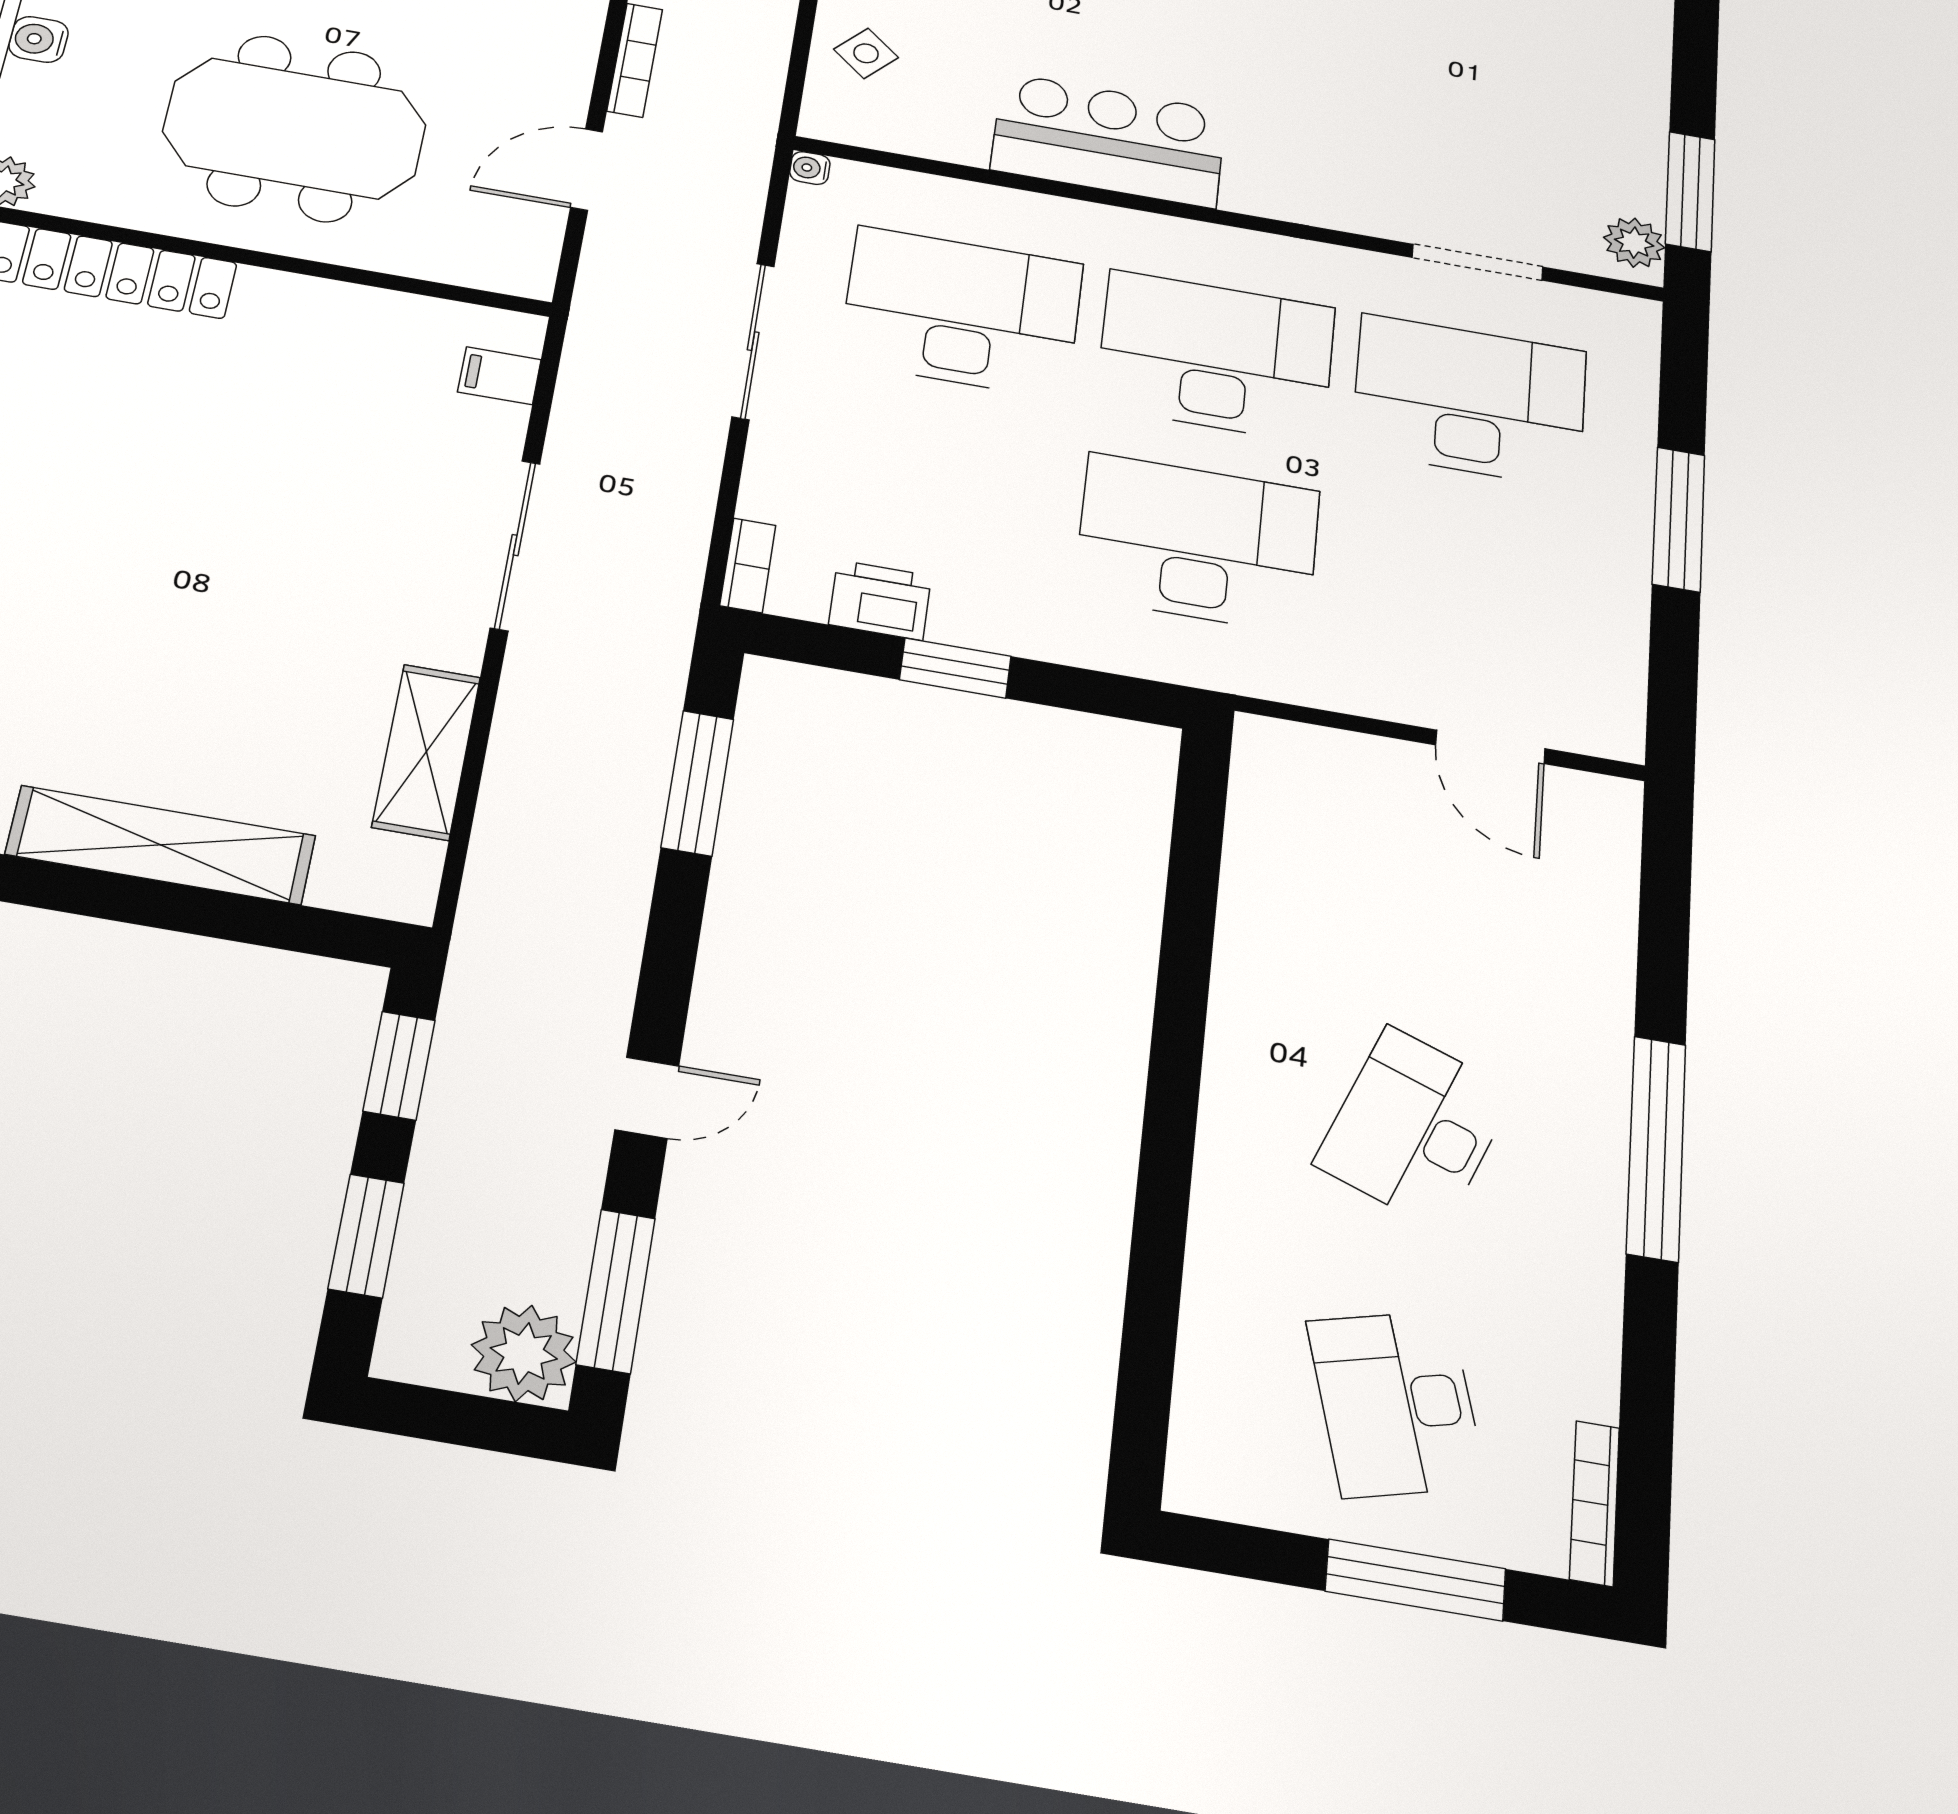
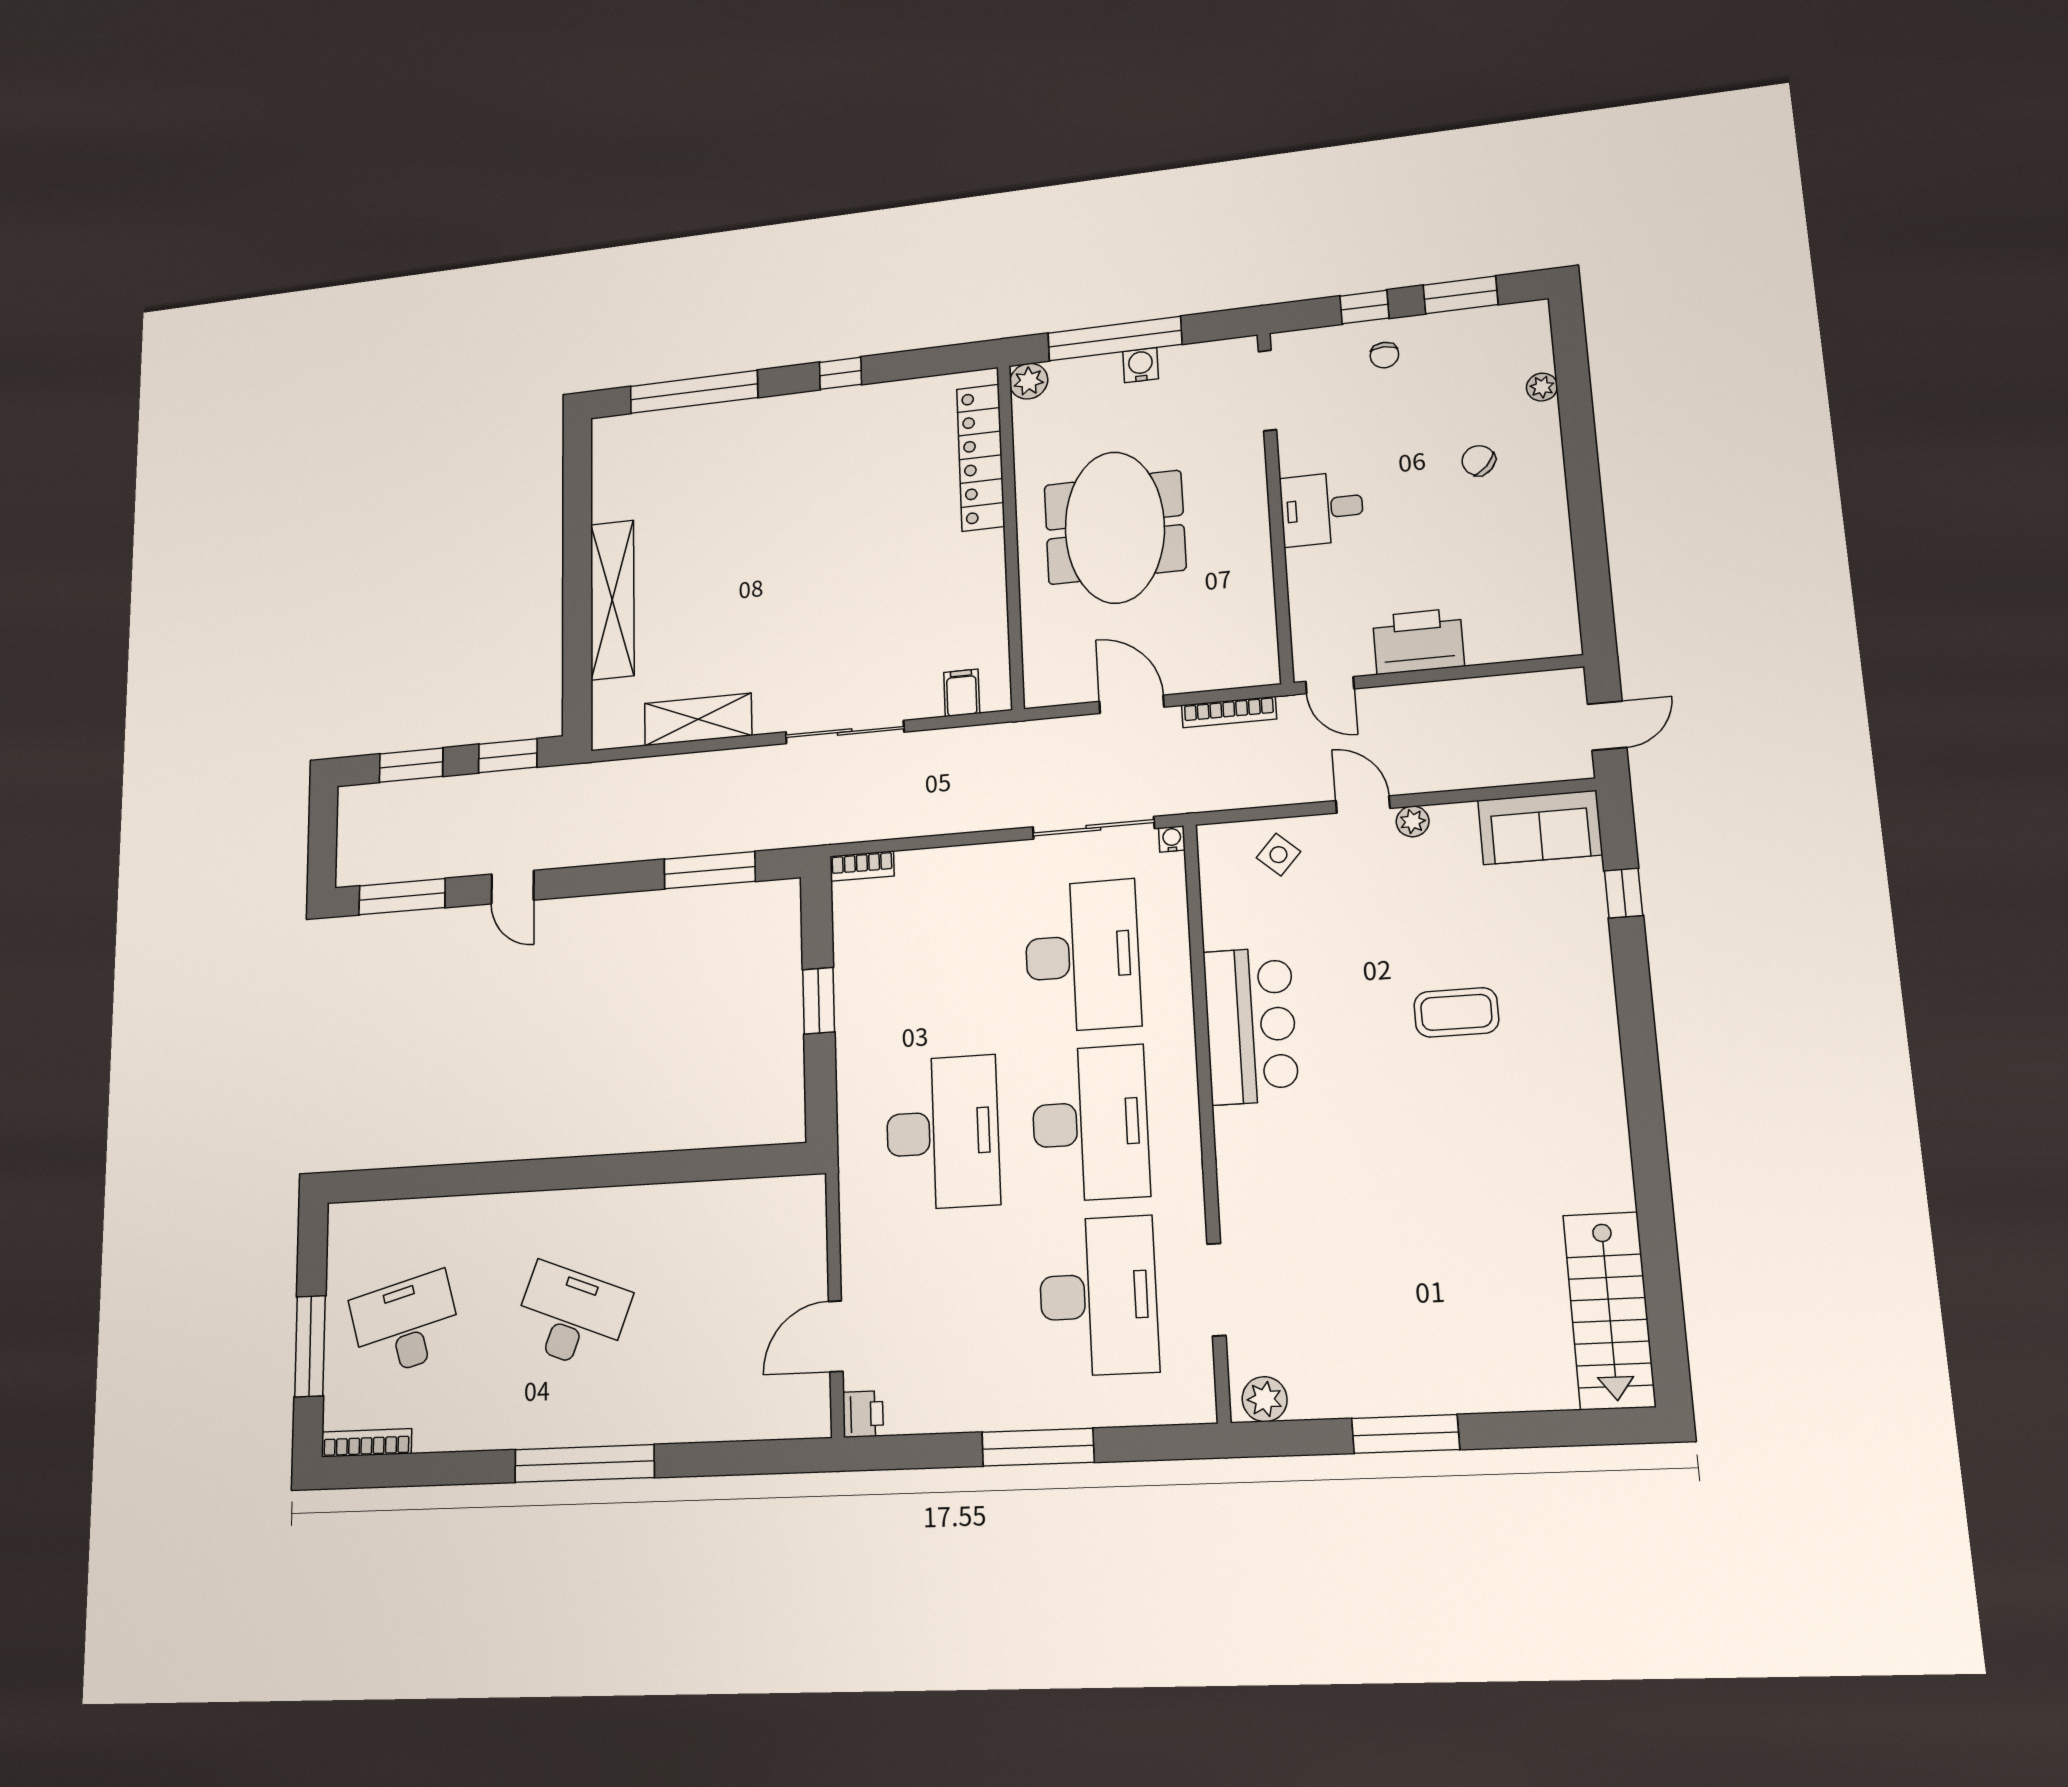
window: (1690, 191) -> (1405, 1434), moved
sliding door: (753, 341) -> (1093, 828), moved
printer: (880, 600) -> (863, 1414), moved, width x0.73, depth x0.81
plant: (524, 1353) -> (361, 859), removed

